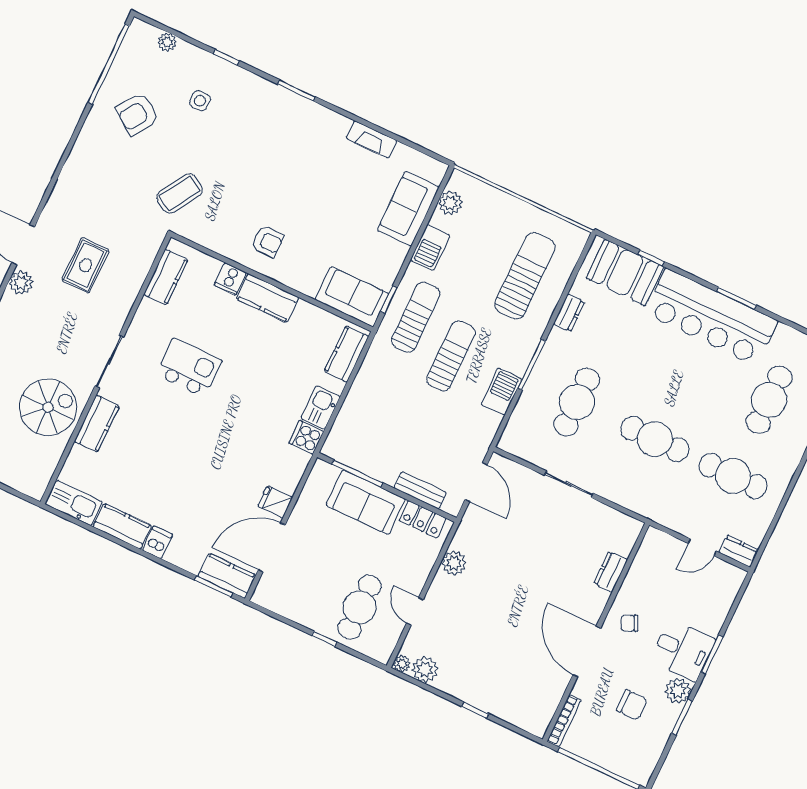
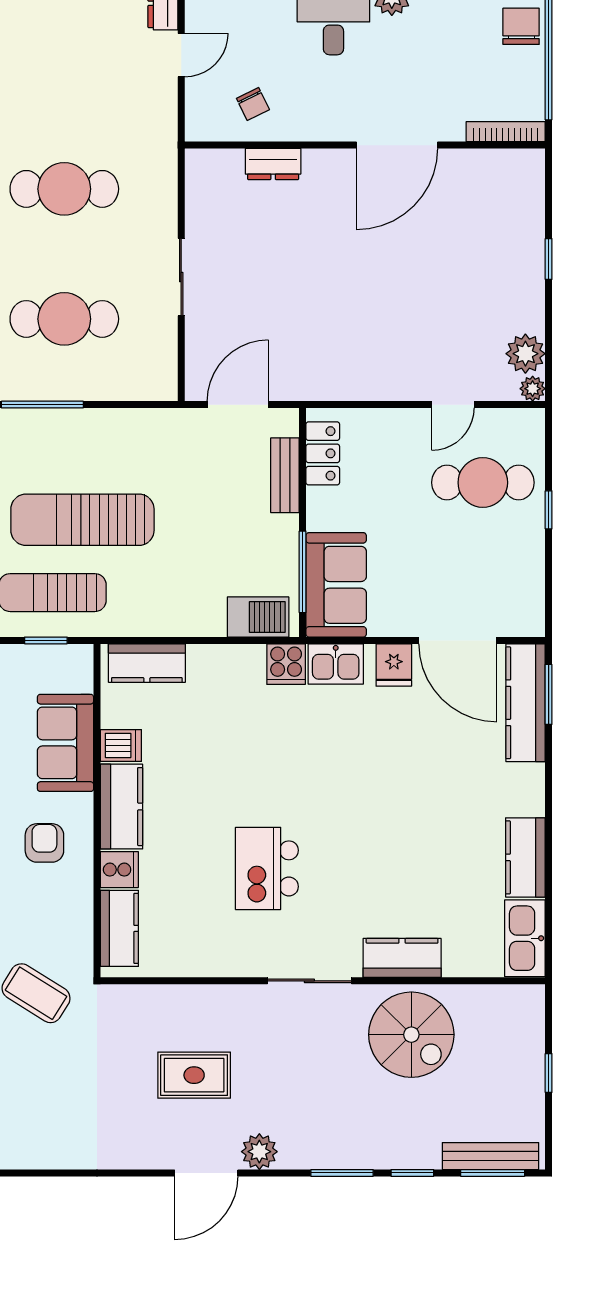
kitchen counter: (166, 277) -> (119, 928), moved, turned 90
sofa: (352, 297) -> (66, 743), moved
sun lounger: (451, 356) -> (82, 520), width x1.36, depth x1.34
barbecue: (502, 392) -> (258, 617), moved, turned 180
spiral stairs: (48, 407) -> (411, 1035), turned 180
kitchen sink: (321, 408) -> (336, 664), moved
cafe table: (655, 439) -> (64, 189), turned 90
cafe table: (733, 476) -> (64, 59), removed
sofa: (366, 502) -> (336, 585), moved
dishwasher: (157, 542) -> (121, 745), moved, turned 180
door: (702, 547) -> (181, 55), hinge flipped
plant: (454, 563) -> (362, 383), removed
kitchen counter: (227, 576) -> (526, 703), width x1.50
chair: (629, 623) -> (253, 104), moved
chair: (632, 705) -> (521, 26), moved

